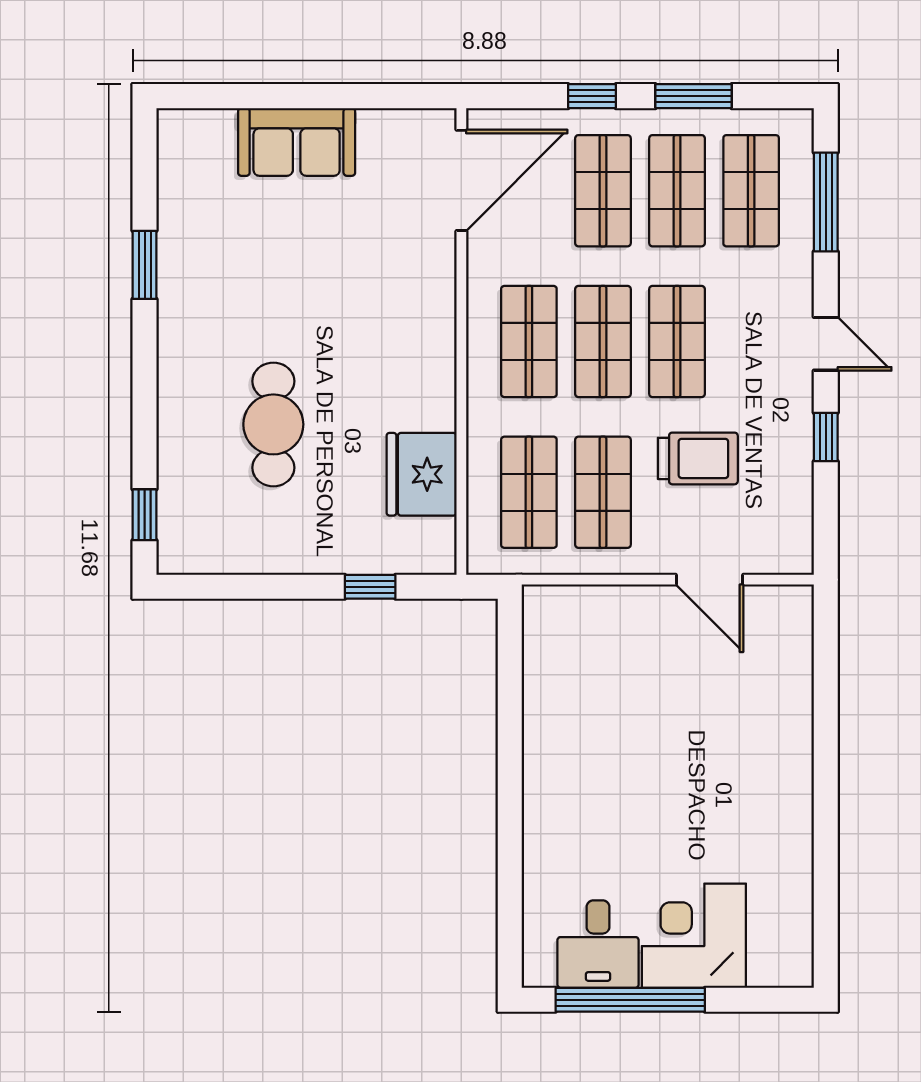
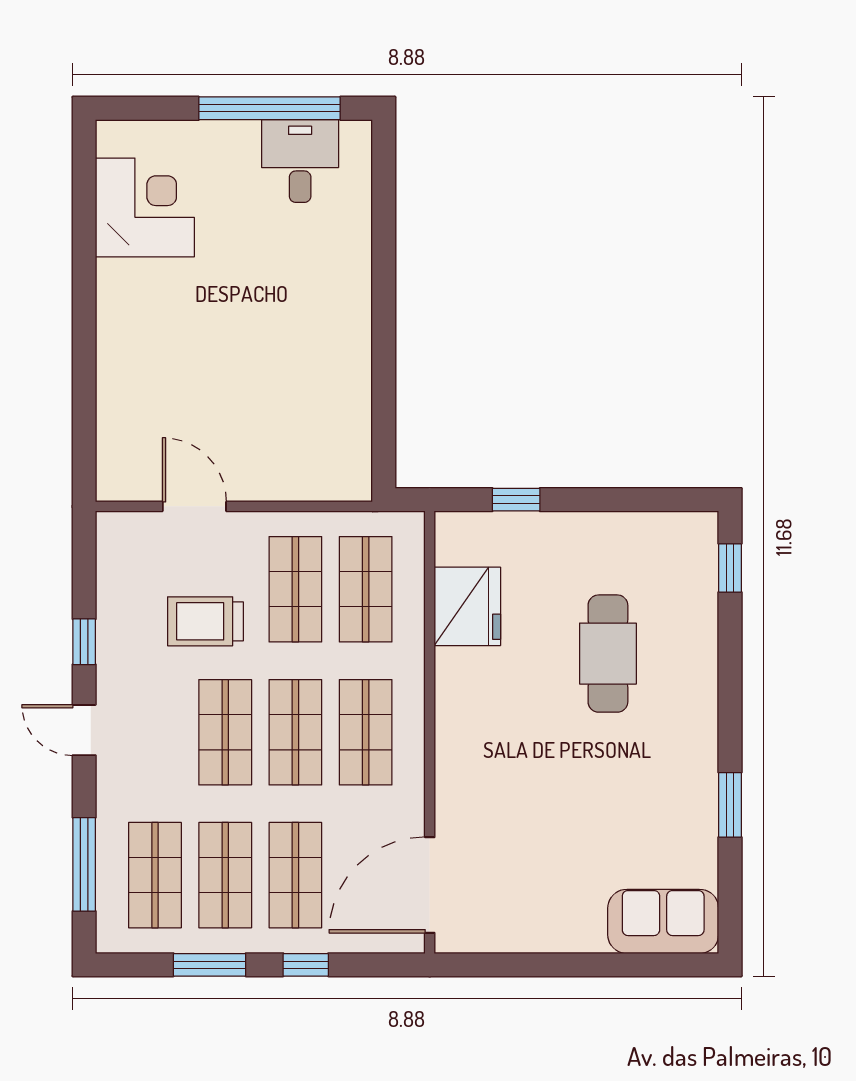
sofa: (297, 142) -> (663, 921), moved
corner desk: (694, 936) -> (145, 207), moved, turned -90

